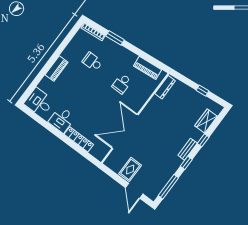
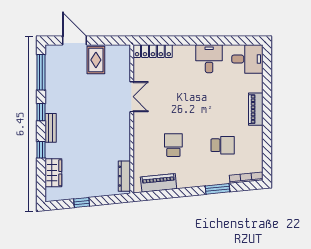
double door: (125, 131) -> (132, 97), width x0.54
locker: (79, 139) -> (153, 51), moved

